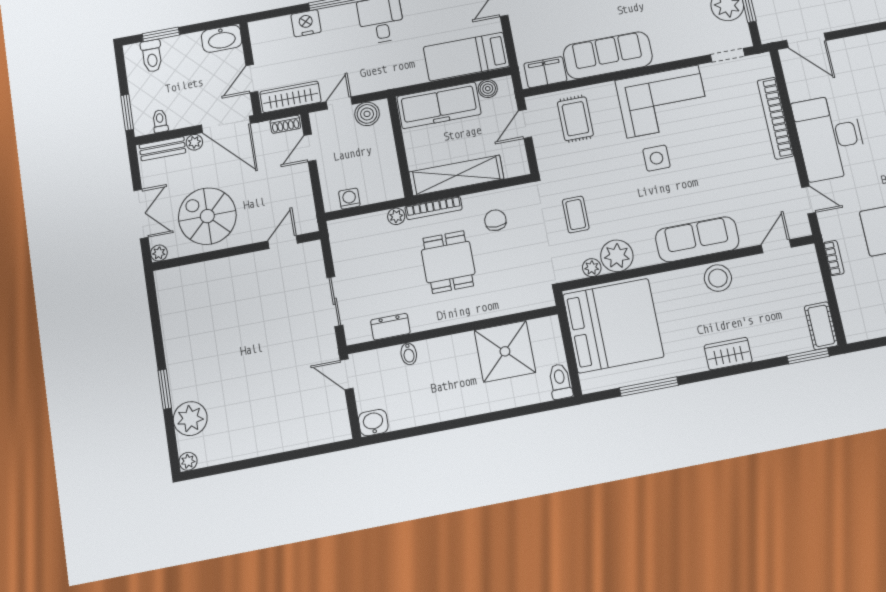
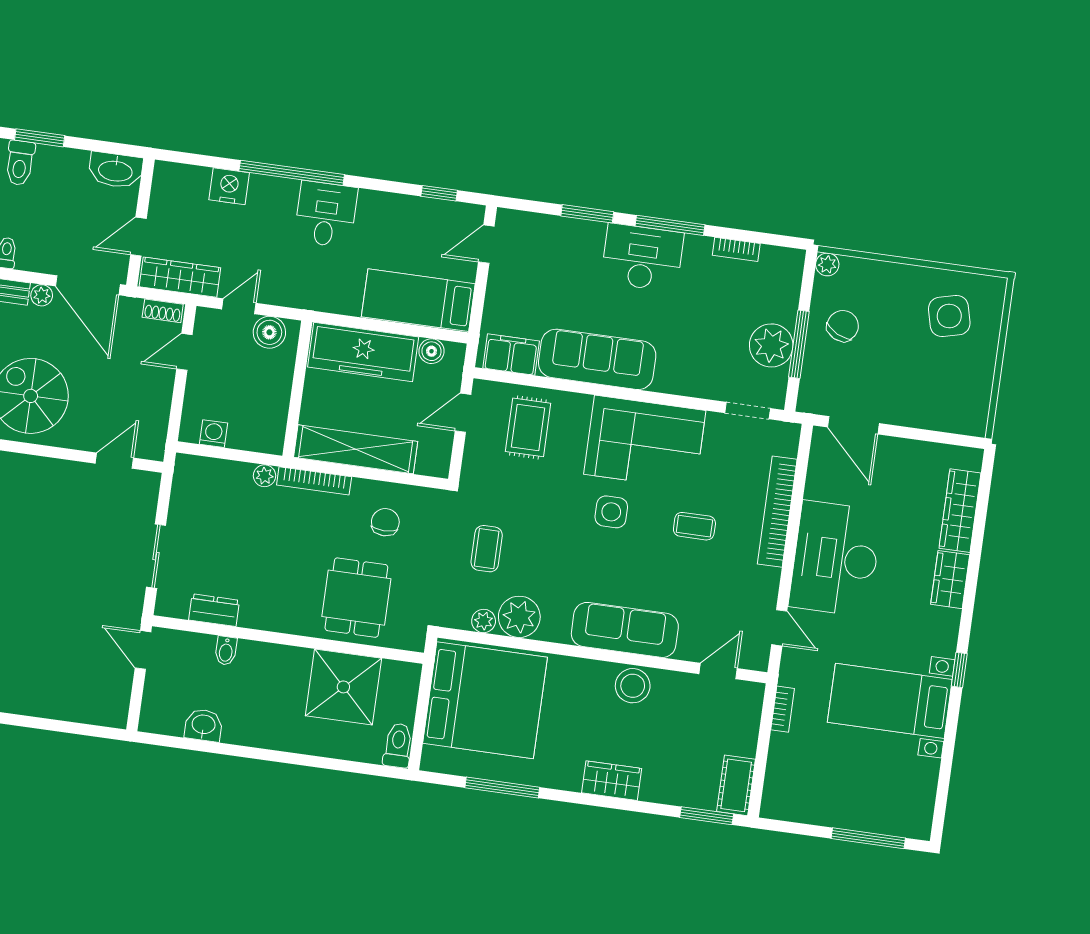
coffee table: (720, 148) -> (694, 526), added
dining table: (448, 262) -> (356, 598), moved
washbasin: (373, 423) -> (203, 725), moved

